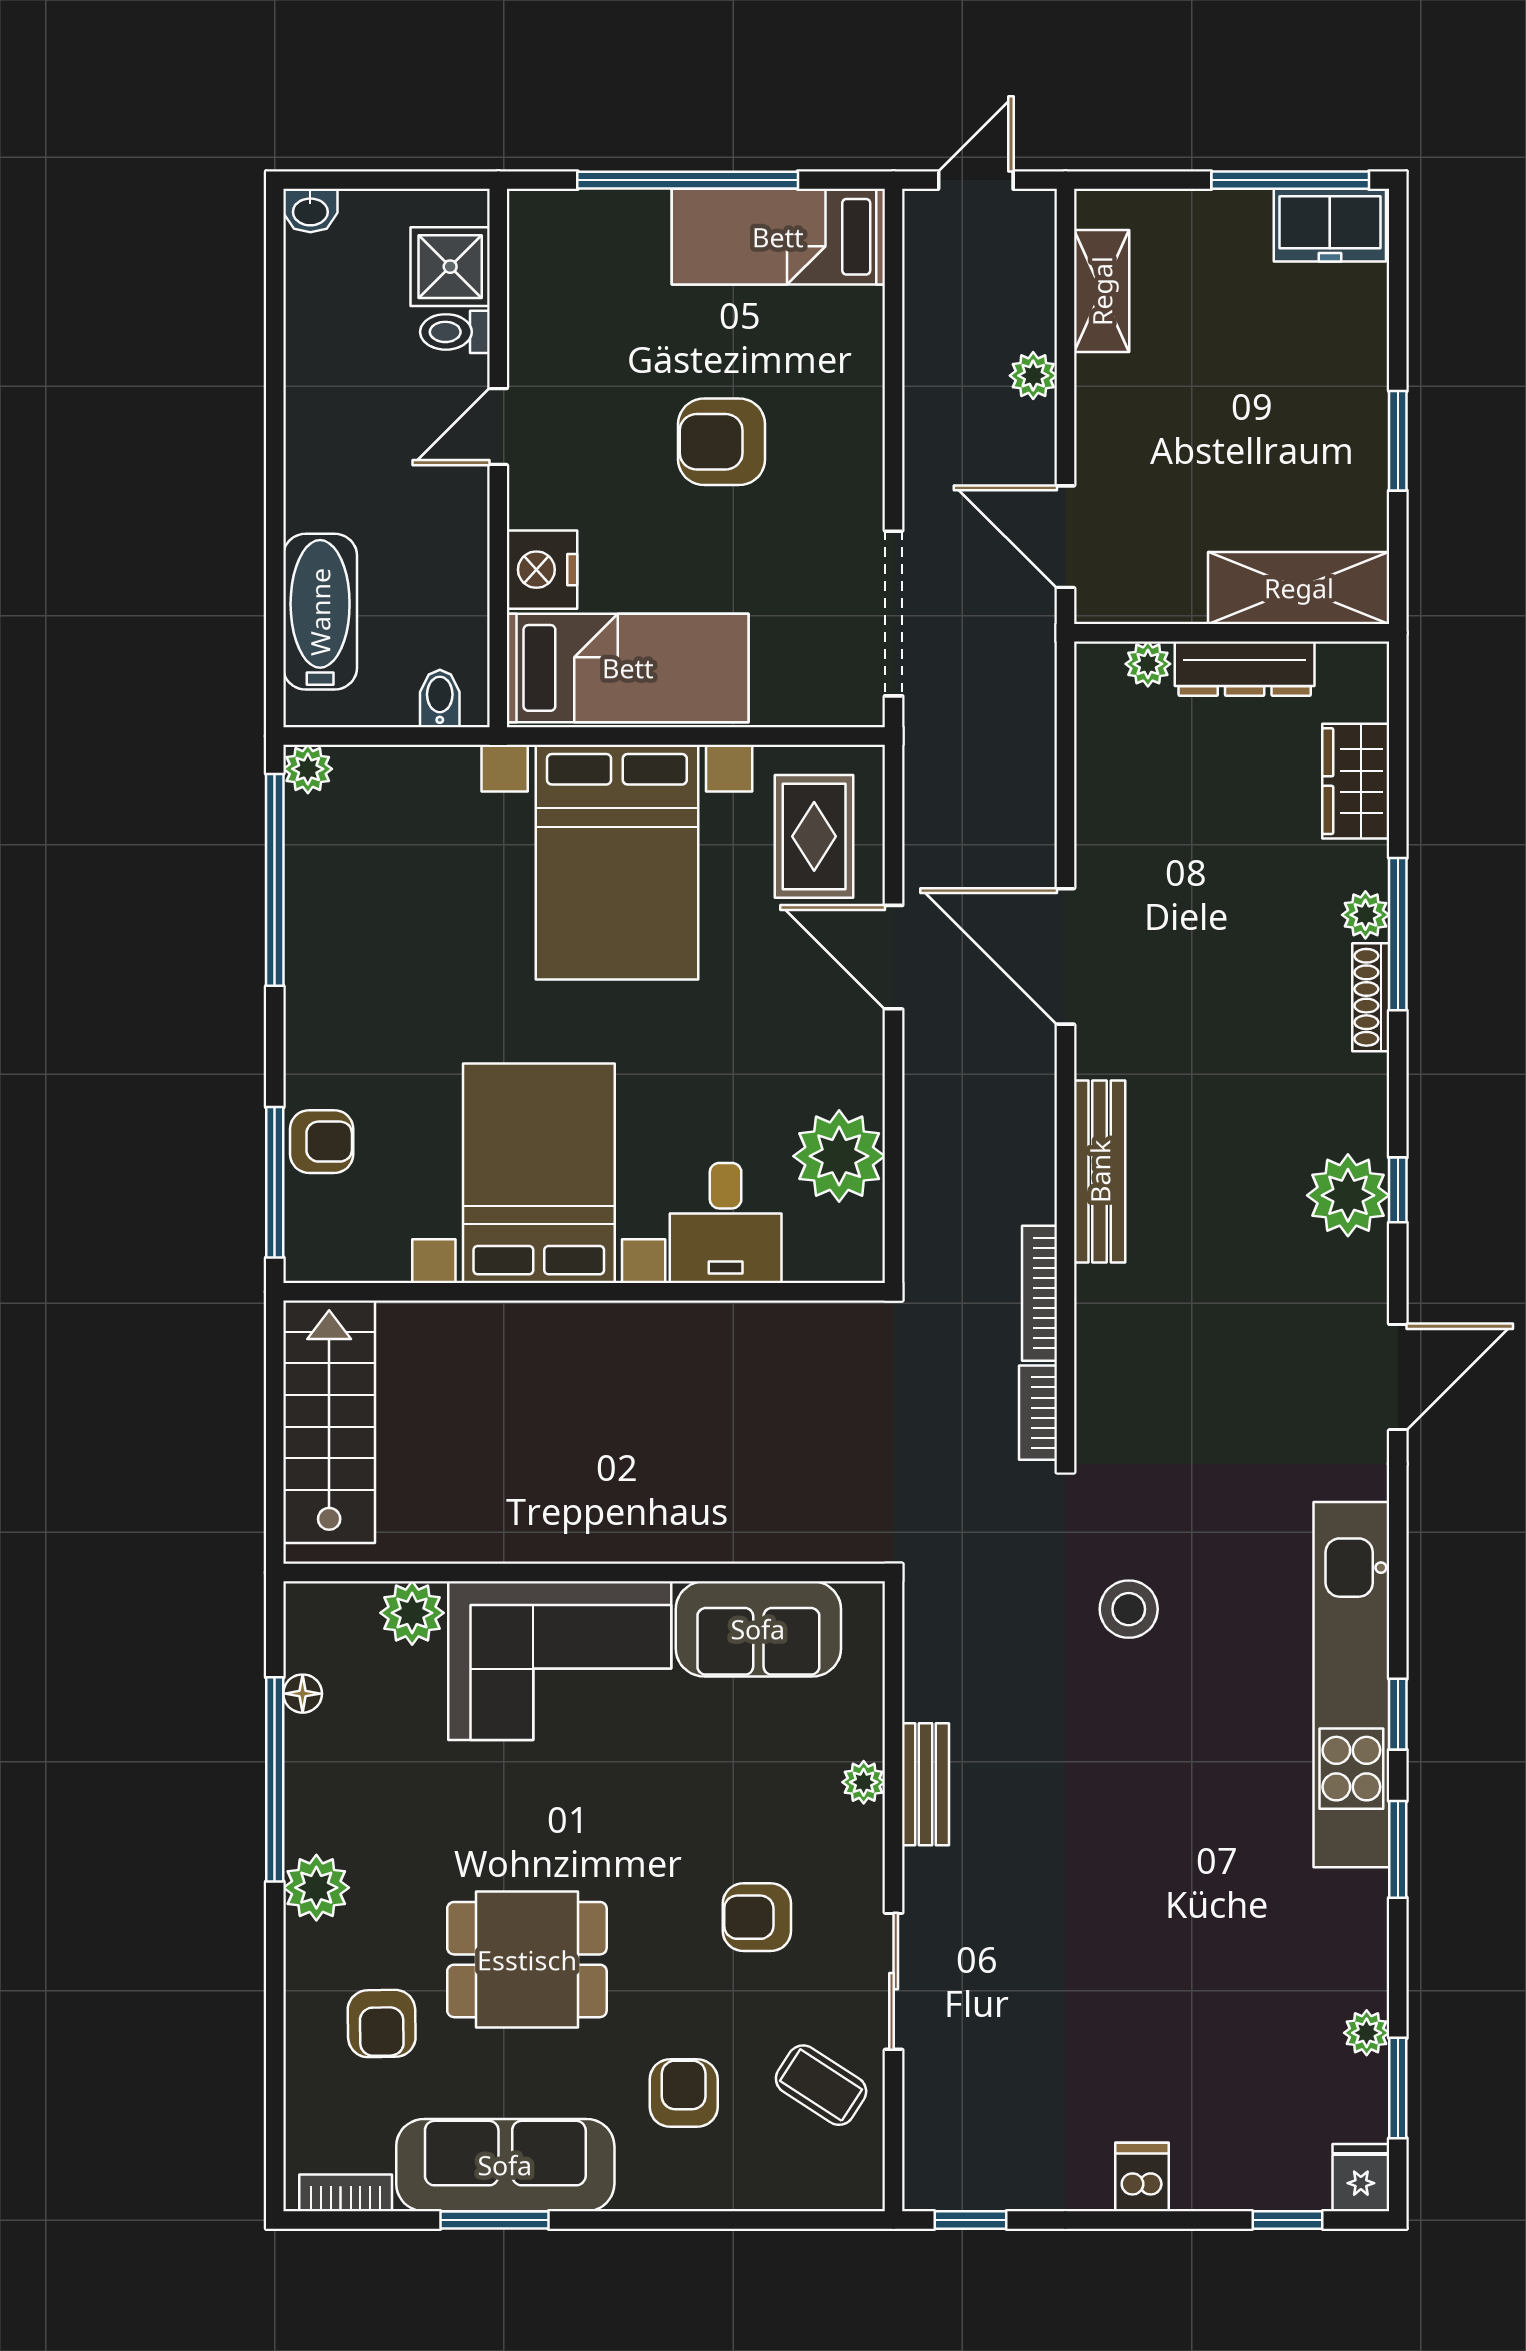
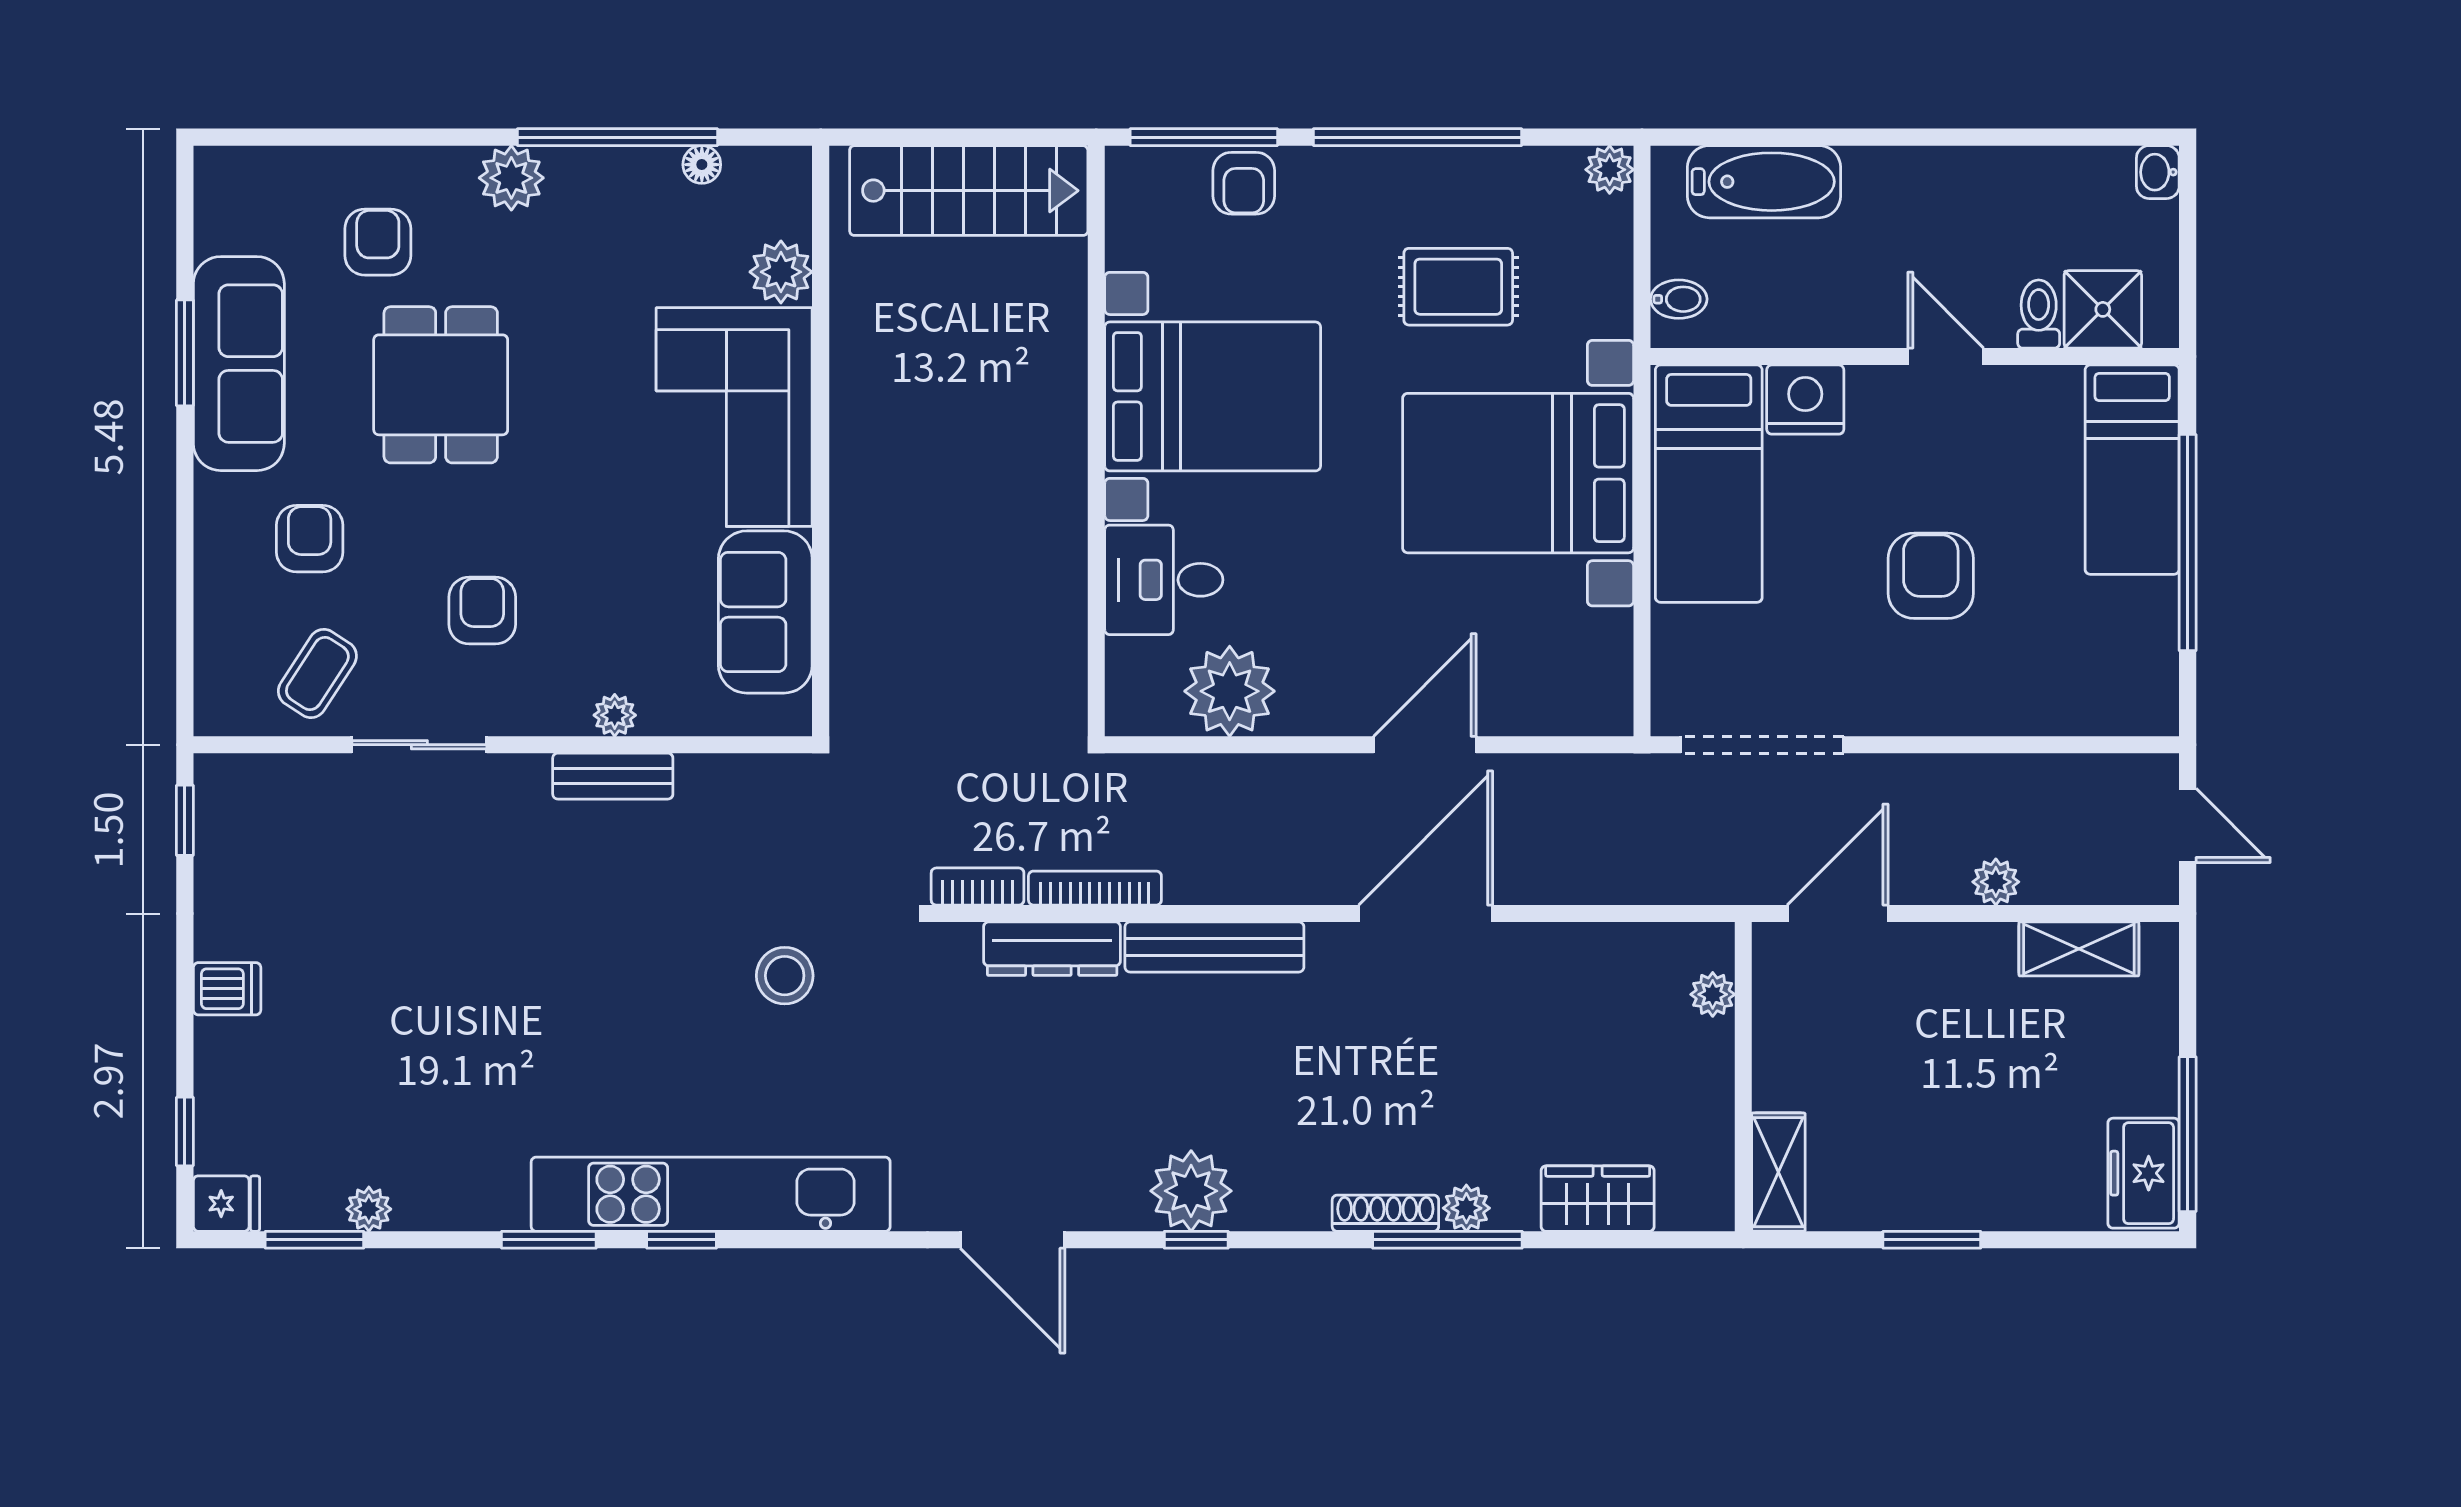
bed: (778, 237) -> (2132, 470), moved, turned 180
shelving: (1299, 588) -> (1778, 1172), width x0.67, depth x0.75
dresser: (1245, 669) -> (1052, 949), moved, turned -90
rug: (814, 836) -> (1458, 287), moved
window: (275, 880) -> (1417, 137), moved
armchair: (382, 2024) -> (378, 242), turned 91
armchair: (684, 2093) -> (310, 539), turned -90
bookcase: (346, 2193) -> (211, 207), removed

